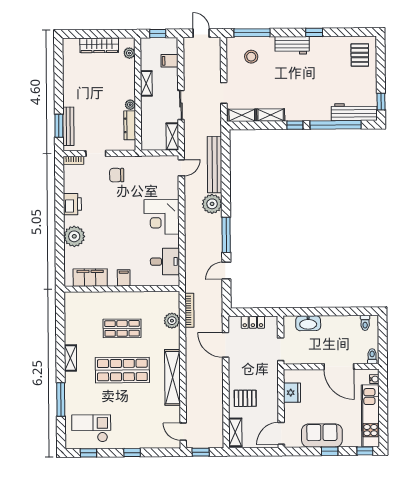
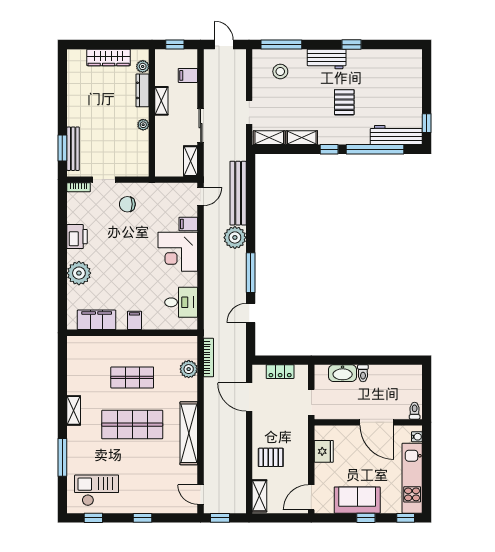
pallet: (360, 55) -> (344, 102), moved
dresser: (130, 125) -> (142, 90), moved
filing cabinet: (171, 192) -> (188, 224), added
toilet: (365, 323) -> (363, 373), moved

